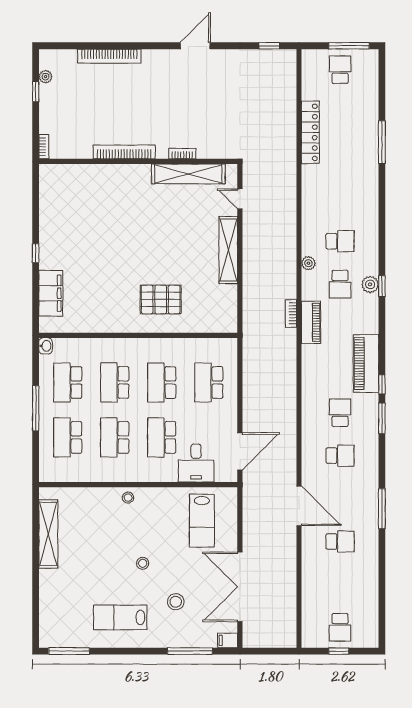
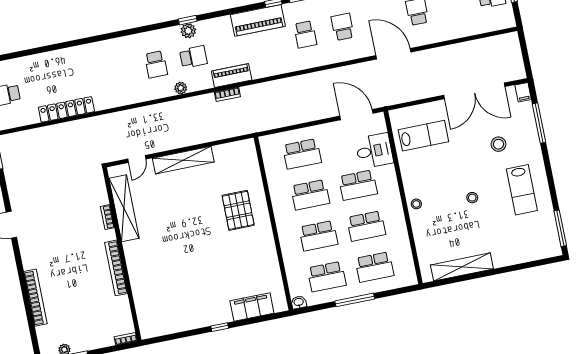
window: (382, 142) -> (62, 45), removed
school desk: (340, 241) -> (156, 64), turned 180
school desk: (340, 413) -> (305, 34), turned -90
door: (299, 506) -> (393, 54), hinge flipped
stool: (143, 563) -> (472, 198), moved

